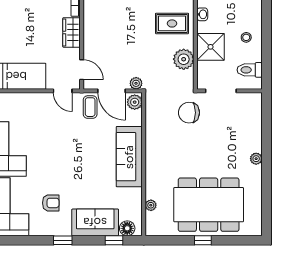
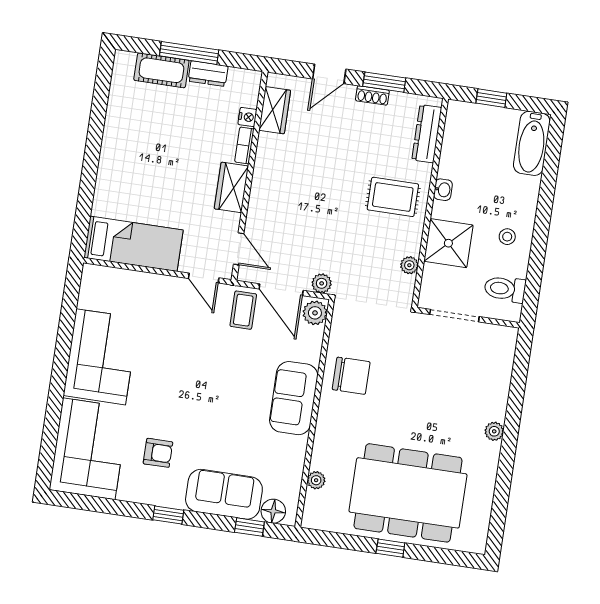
plant: (184, 59) -> (409, 265), width x0.53, depth x0.53
chair: (189, 113) -> (351, 376), moved, turned 180
sofa: (129, 157) -> (294, 398), width x0.73

